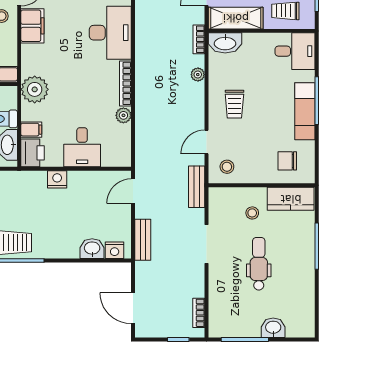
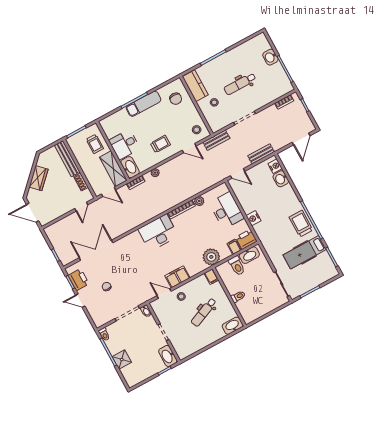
desk: (295, 51) -> (124, 145), moved, turned -90
desk: (82, 147) -> (227, 210), width x1.37

